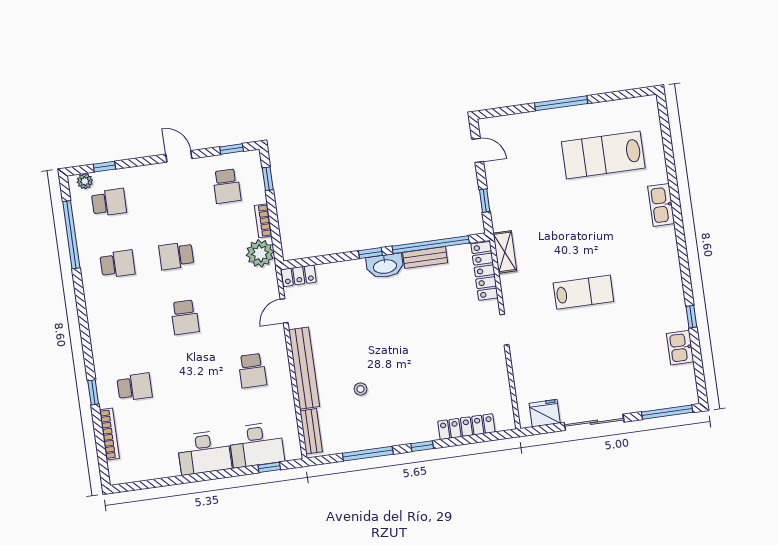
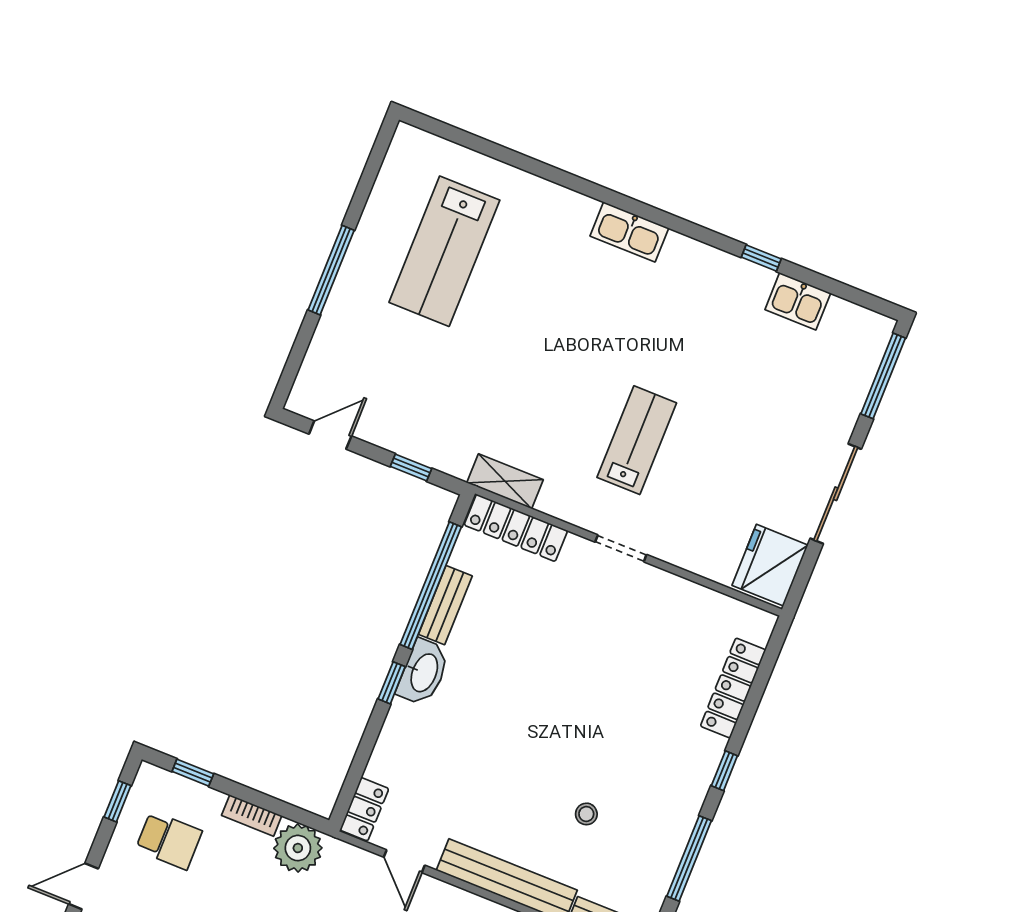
kitchen sink: (661, 205) -> (629, 232), moved
lab bench: (583, 292) -> (637, 440), moved
fridge: (545, 413) -> (770, 565), width x1.36, depth x1.34

